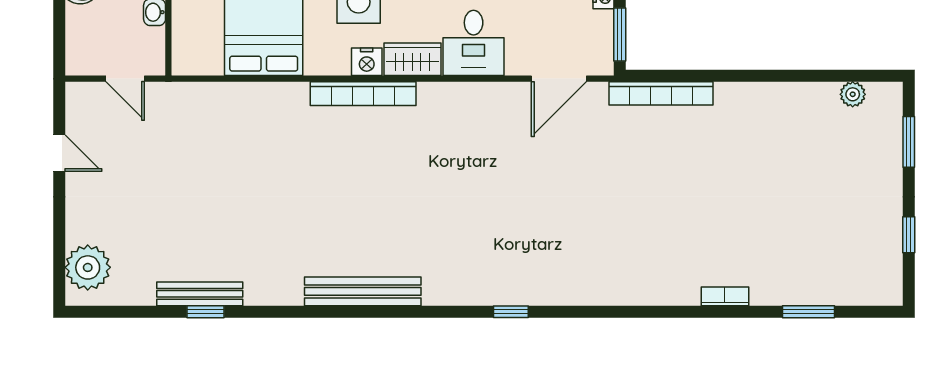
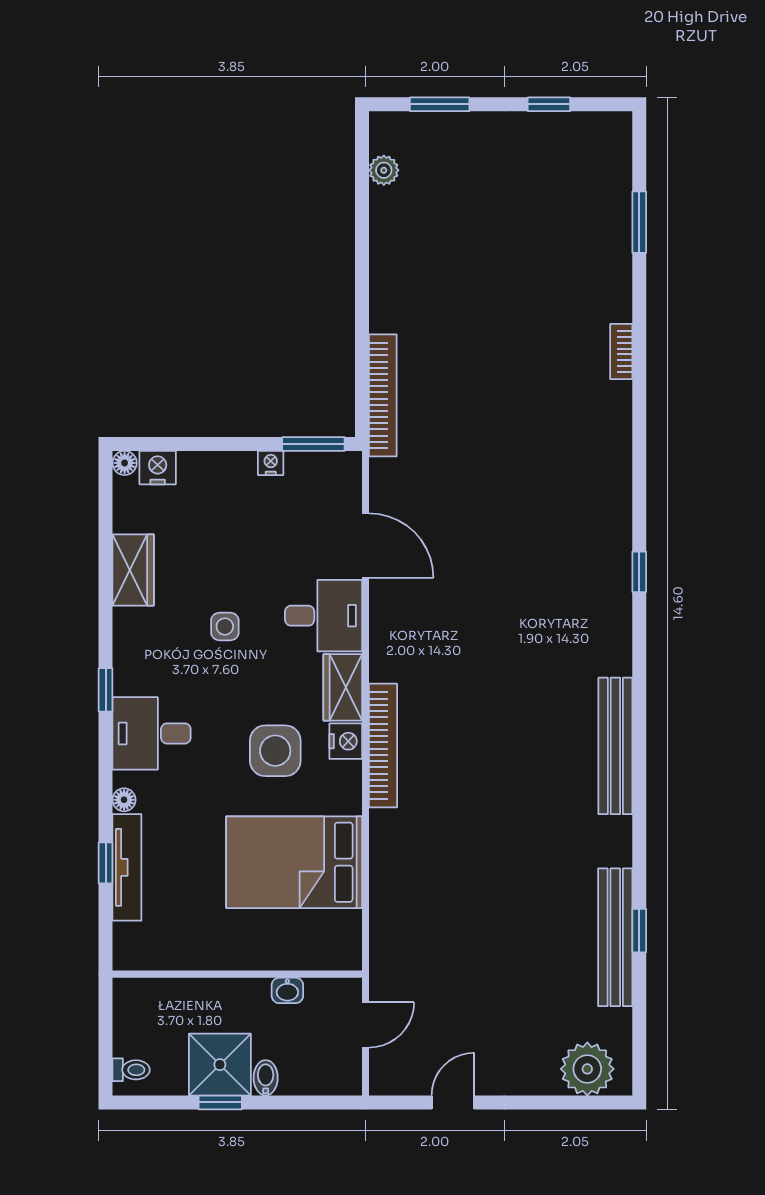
door: (559, 79) -> (365, 546), moved
bench: (200, 294) -> (615, 937), width x1.37, depth x1.21
bookcase: (725, 296) -> (621, 351), moved

